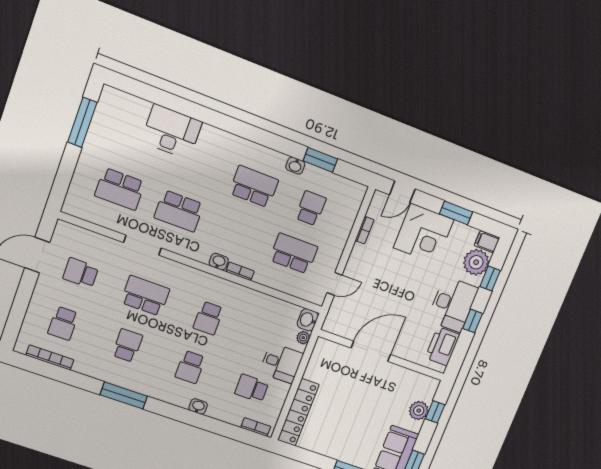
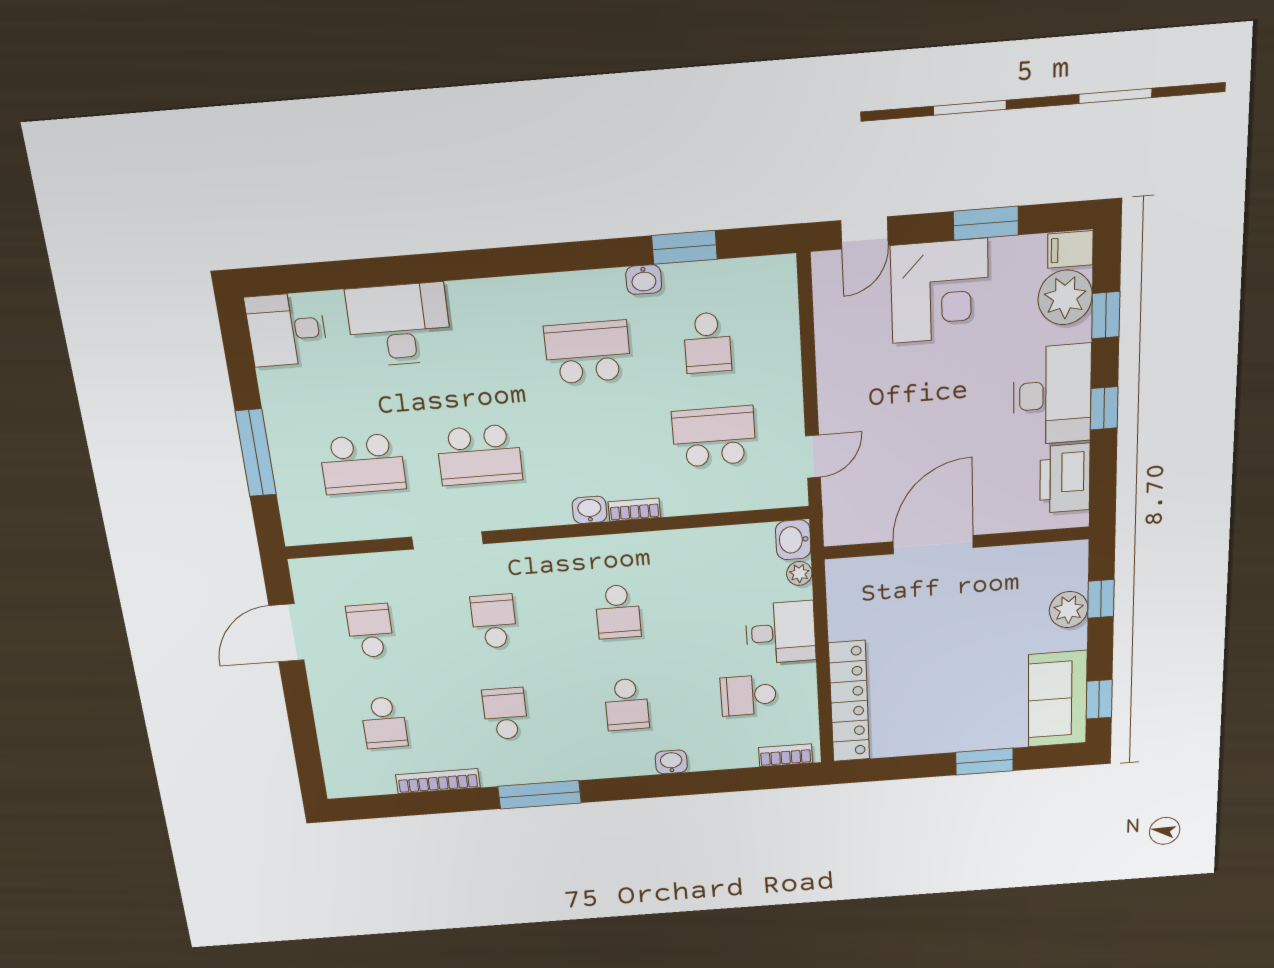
desk: (116, 108) -> (287, 330), added
window: (82, 122) -> (256, 453), moved
school desk: (311, 208) -> (708, 343), turned 180
bookcase: (365, 230) -> (825, 336), removed
school desk: (81, 273) -> (370, 631), turned 90
school desk: (145, 296) -> (494, 621), width x0.54
bookcase: (50, 358) -> (438, 781), moved

